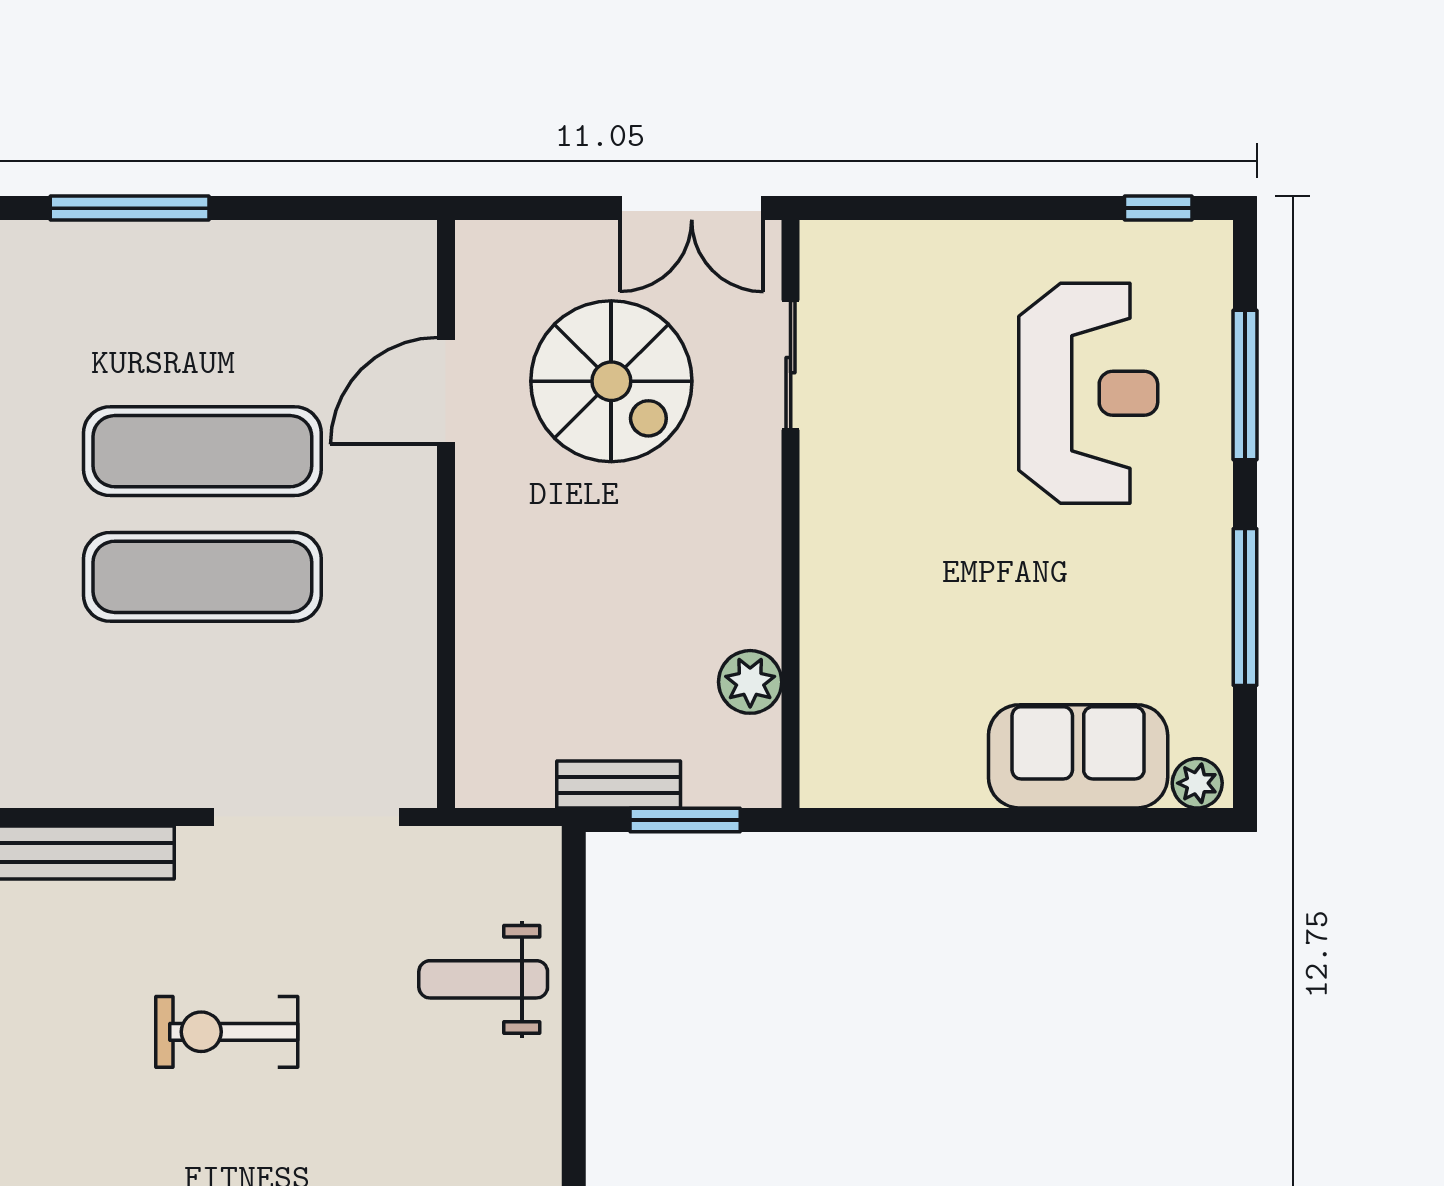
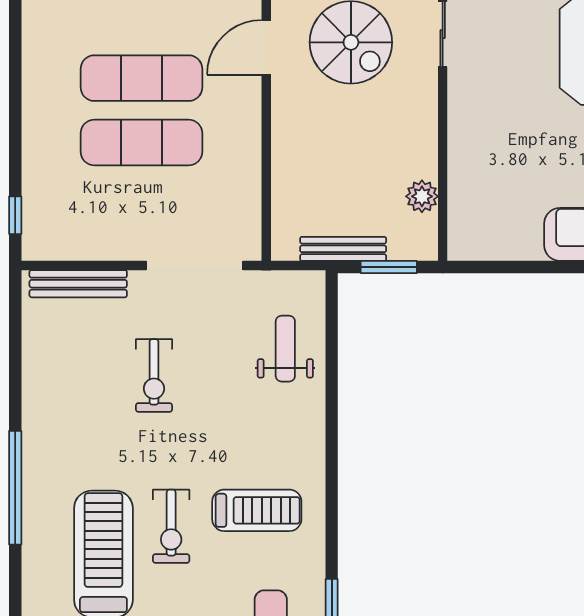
bench: (619, 785) -> (343, 249), width x1.36
weight bench: (483, 979) -> (285, 349), turned 90
exercise bike: (227, 1032) -> (154, 375), turned -90

